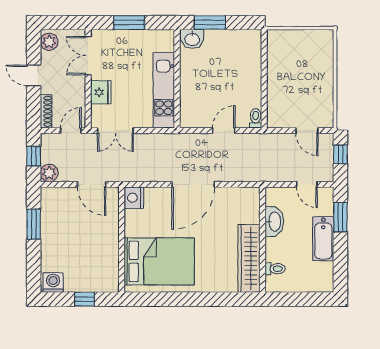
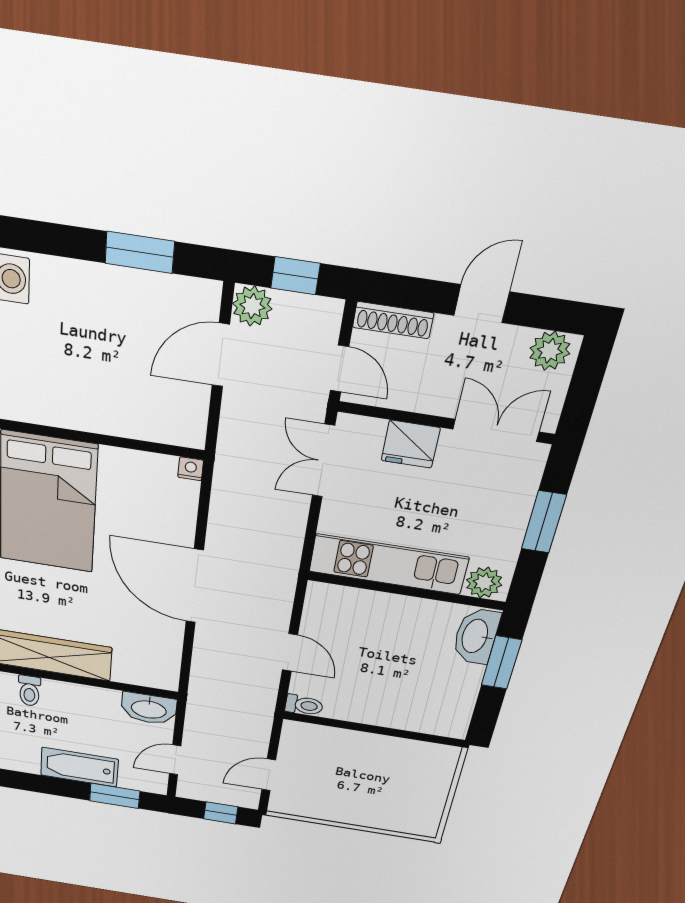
washbasin: (192, 39) -> (476, 636), width x1.38
plant: (166, 42) -> (484, 583), added
door: (92, 184) -> (221, 355), moved
nightstand: (134, 198) -> (191, 469), width x0.53, depth x0.56
washbasin: (274, 222) -> (149, 709), moved

